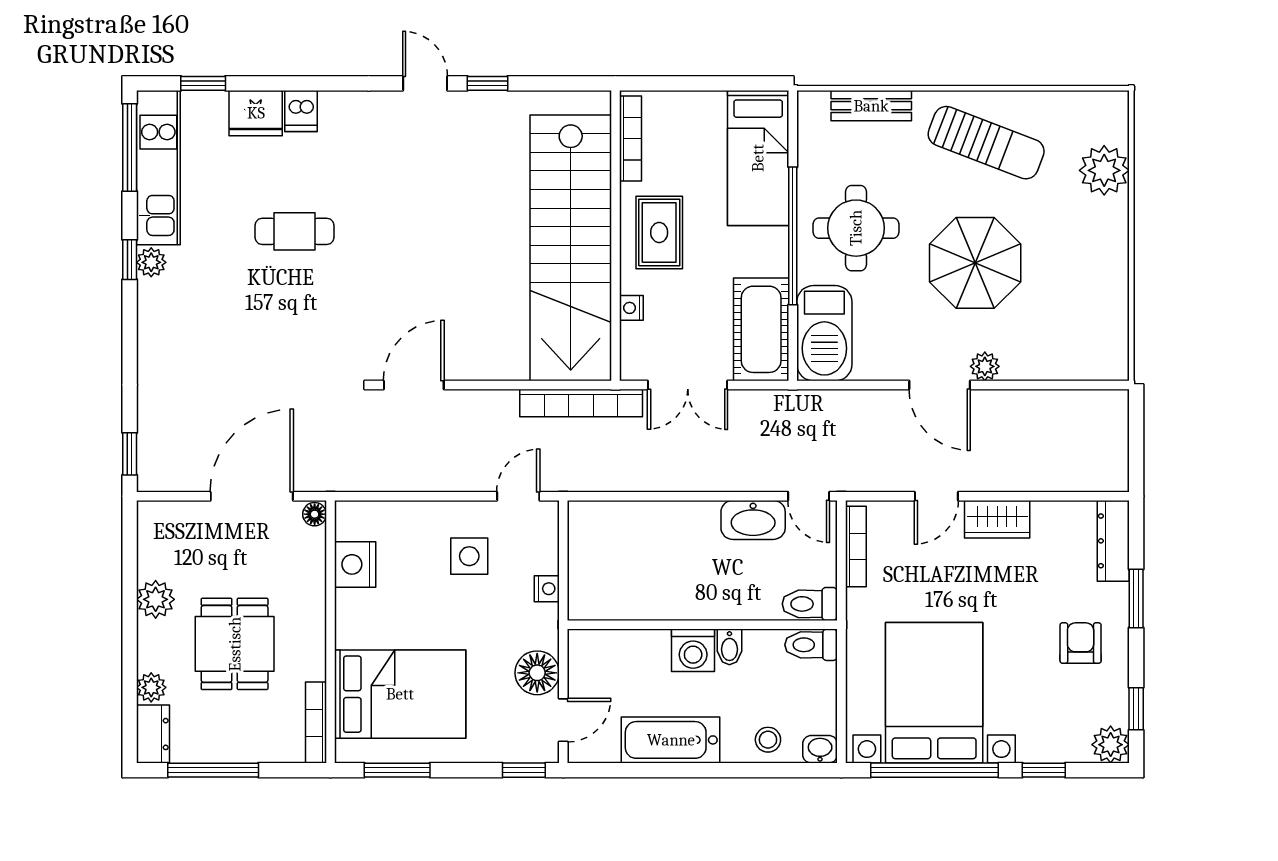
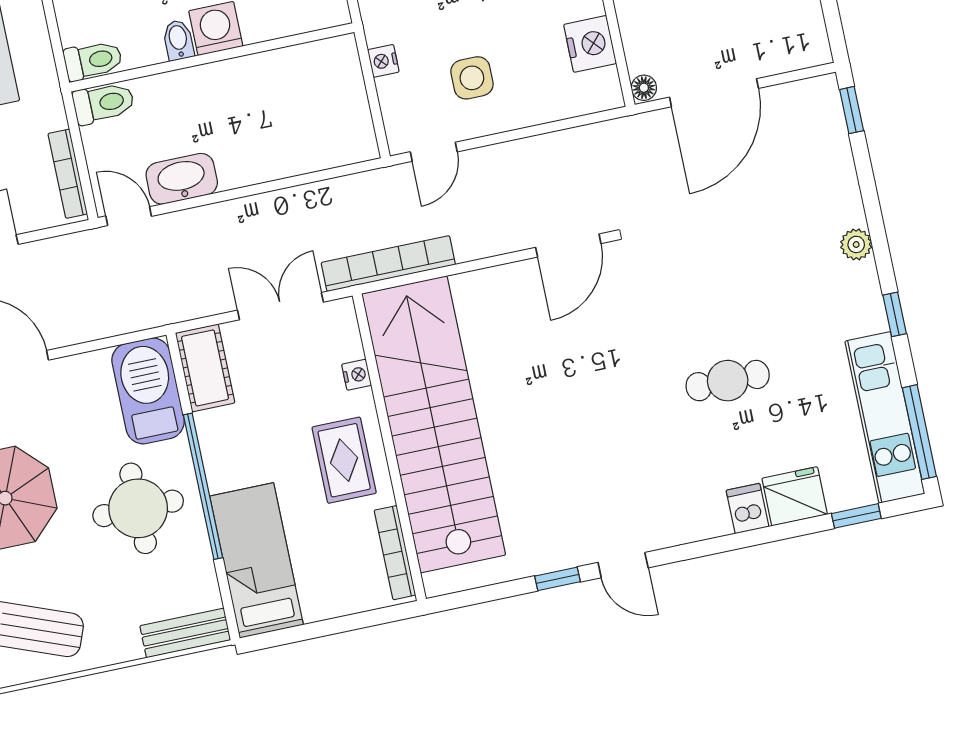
bench: (871, 106) -> (185, 633), moved
plant: (151, 262) -> (856, 244), moved
cot: (761, 329) -> (205, 368), width x0.73, depth x0.75

